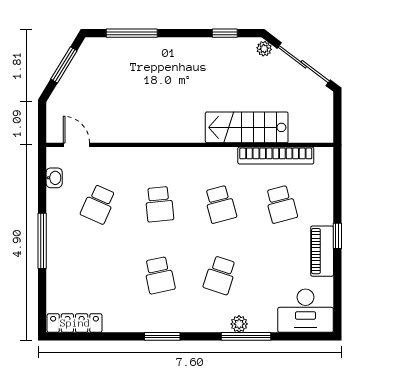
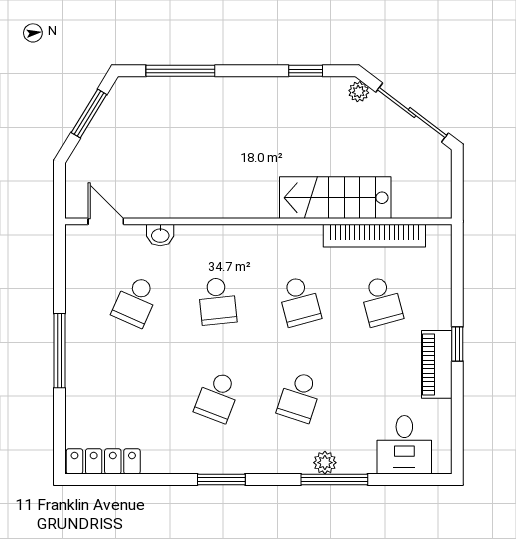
washbasin: (54, 178) -> (160, 235), moved, turned 90
school desk: (159, 275) -> (217, 397), turned 33
desk: (305, 311) -> (404, 445), width x0.73

